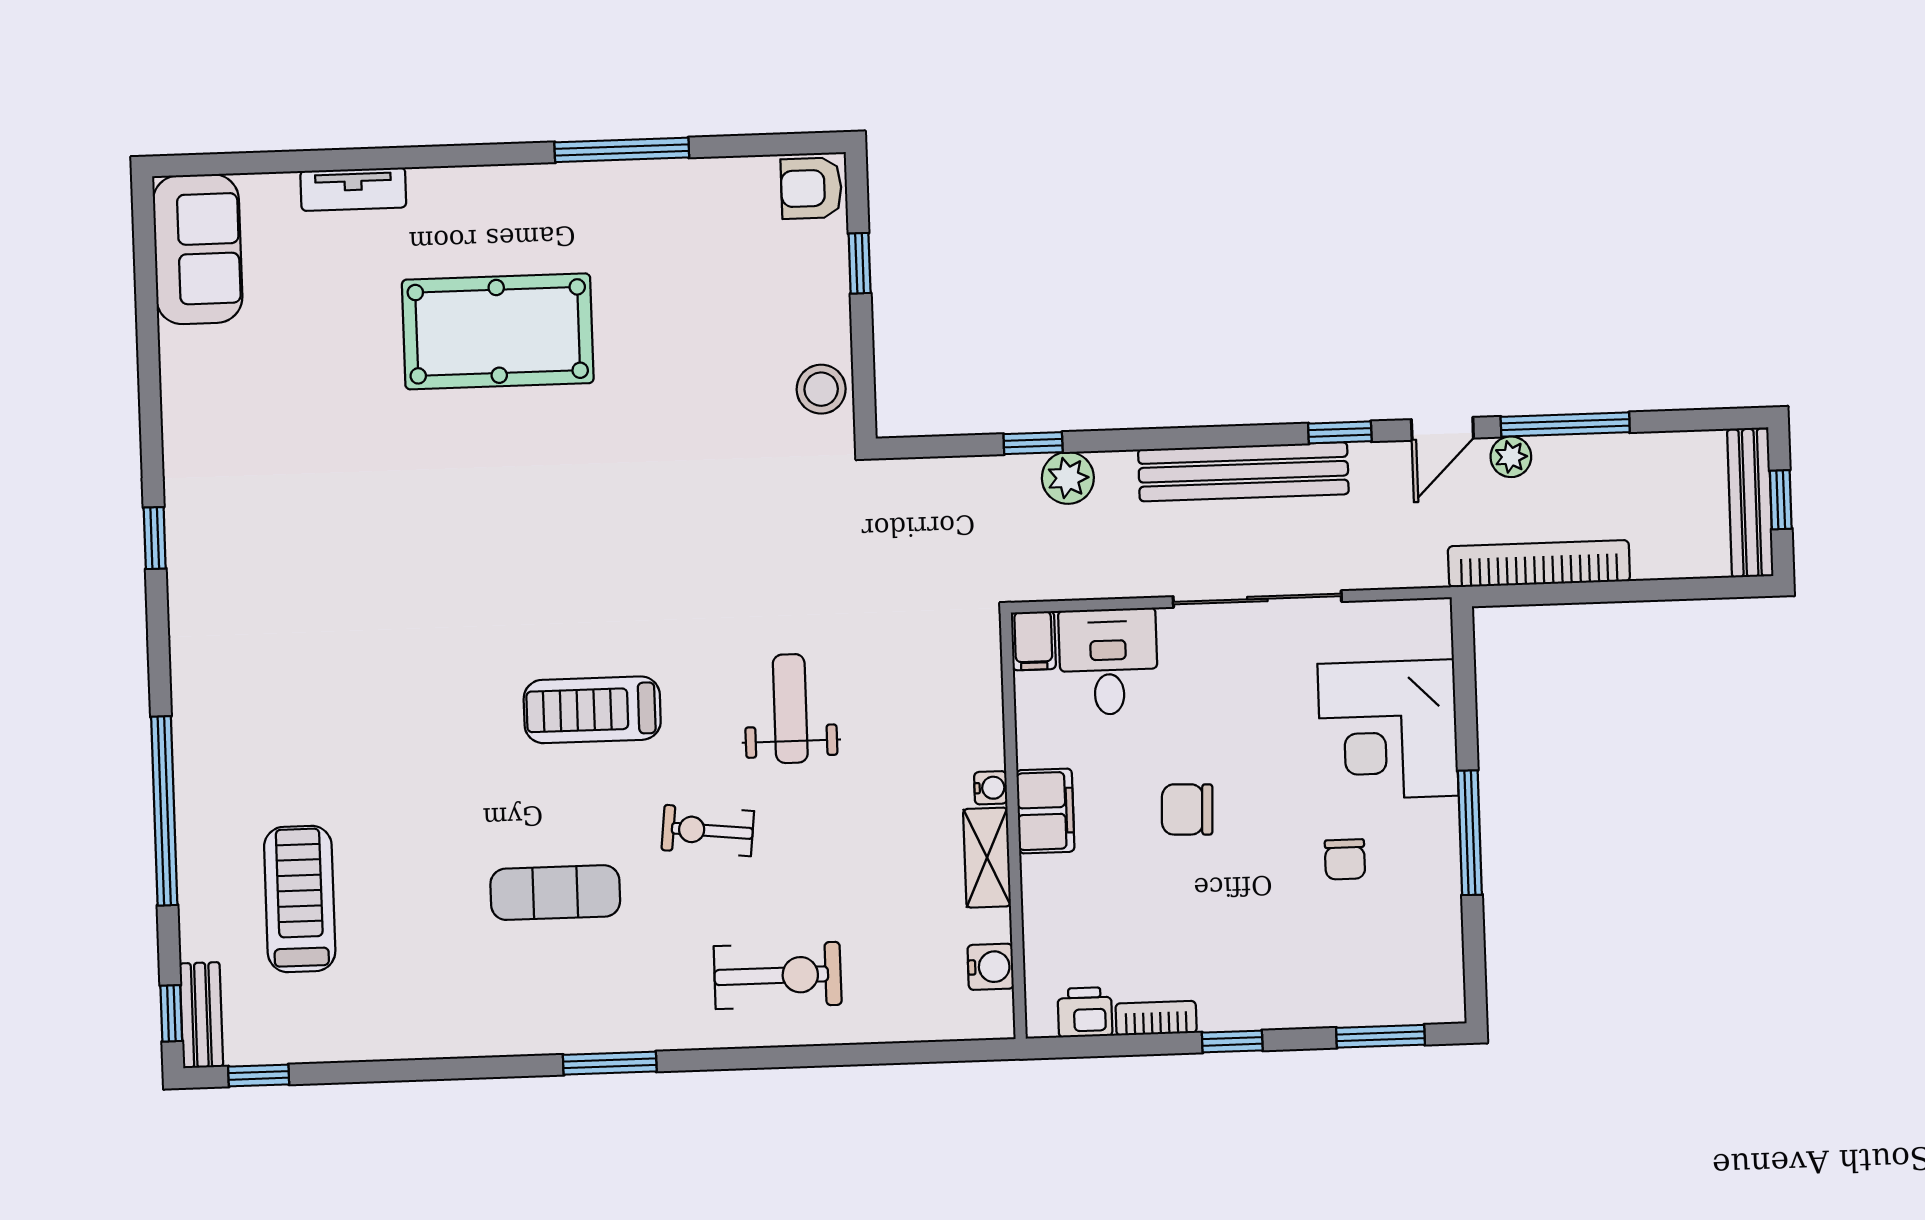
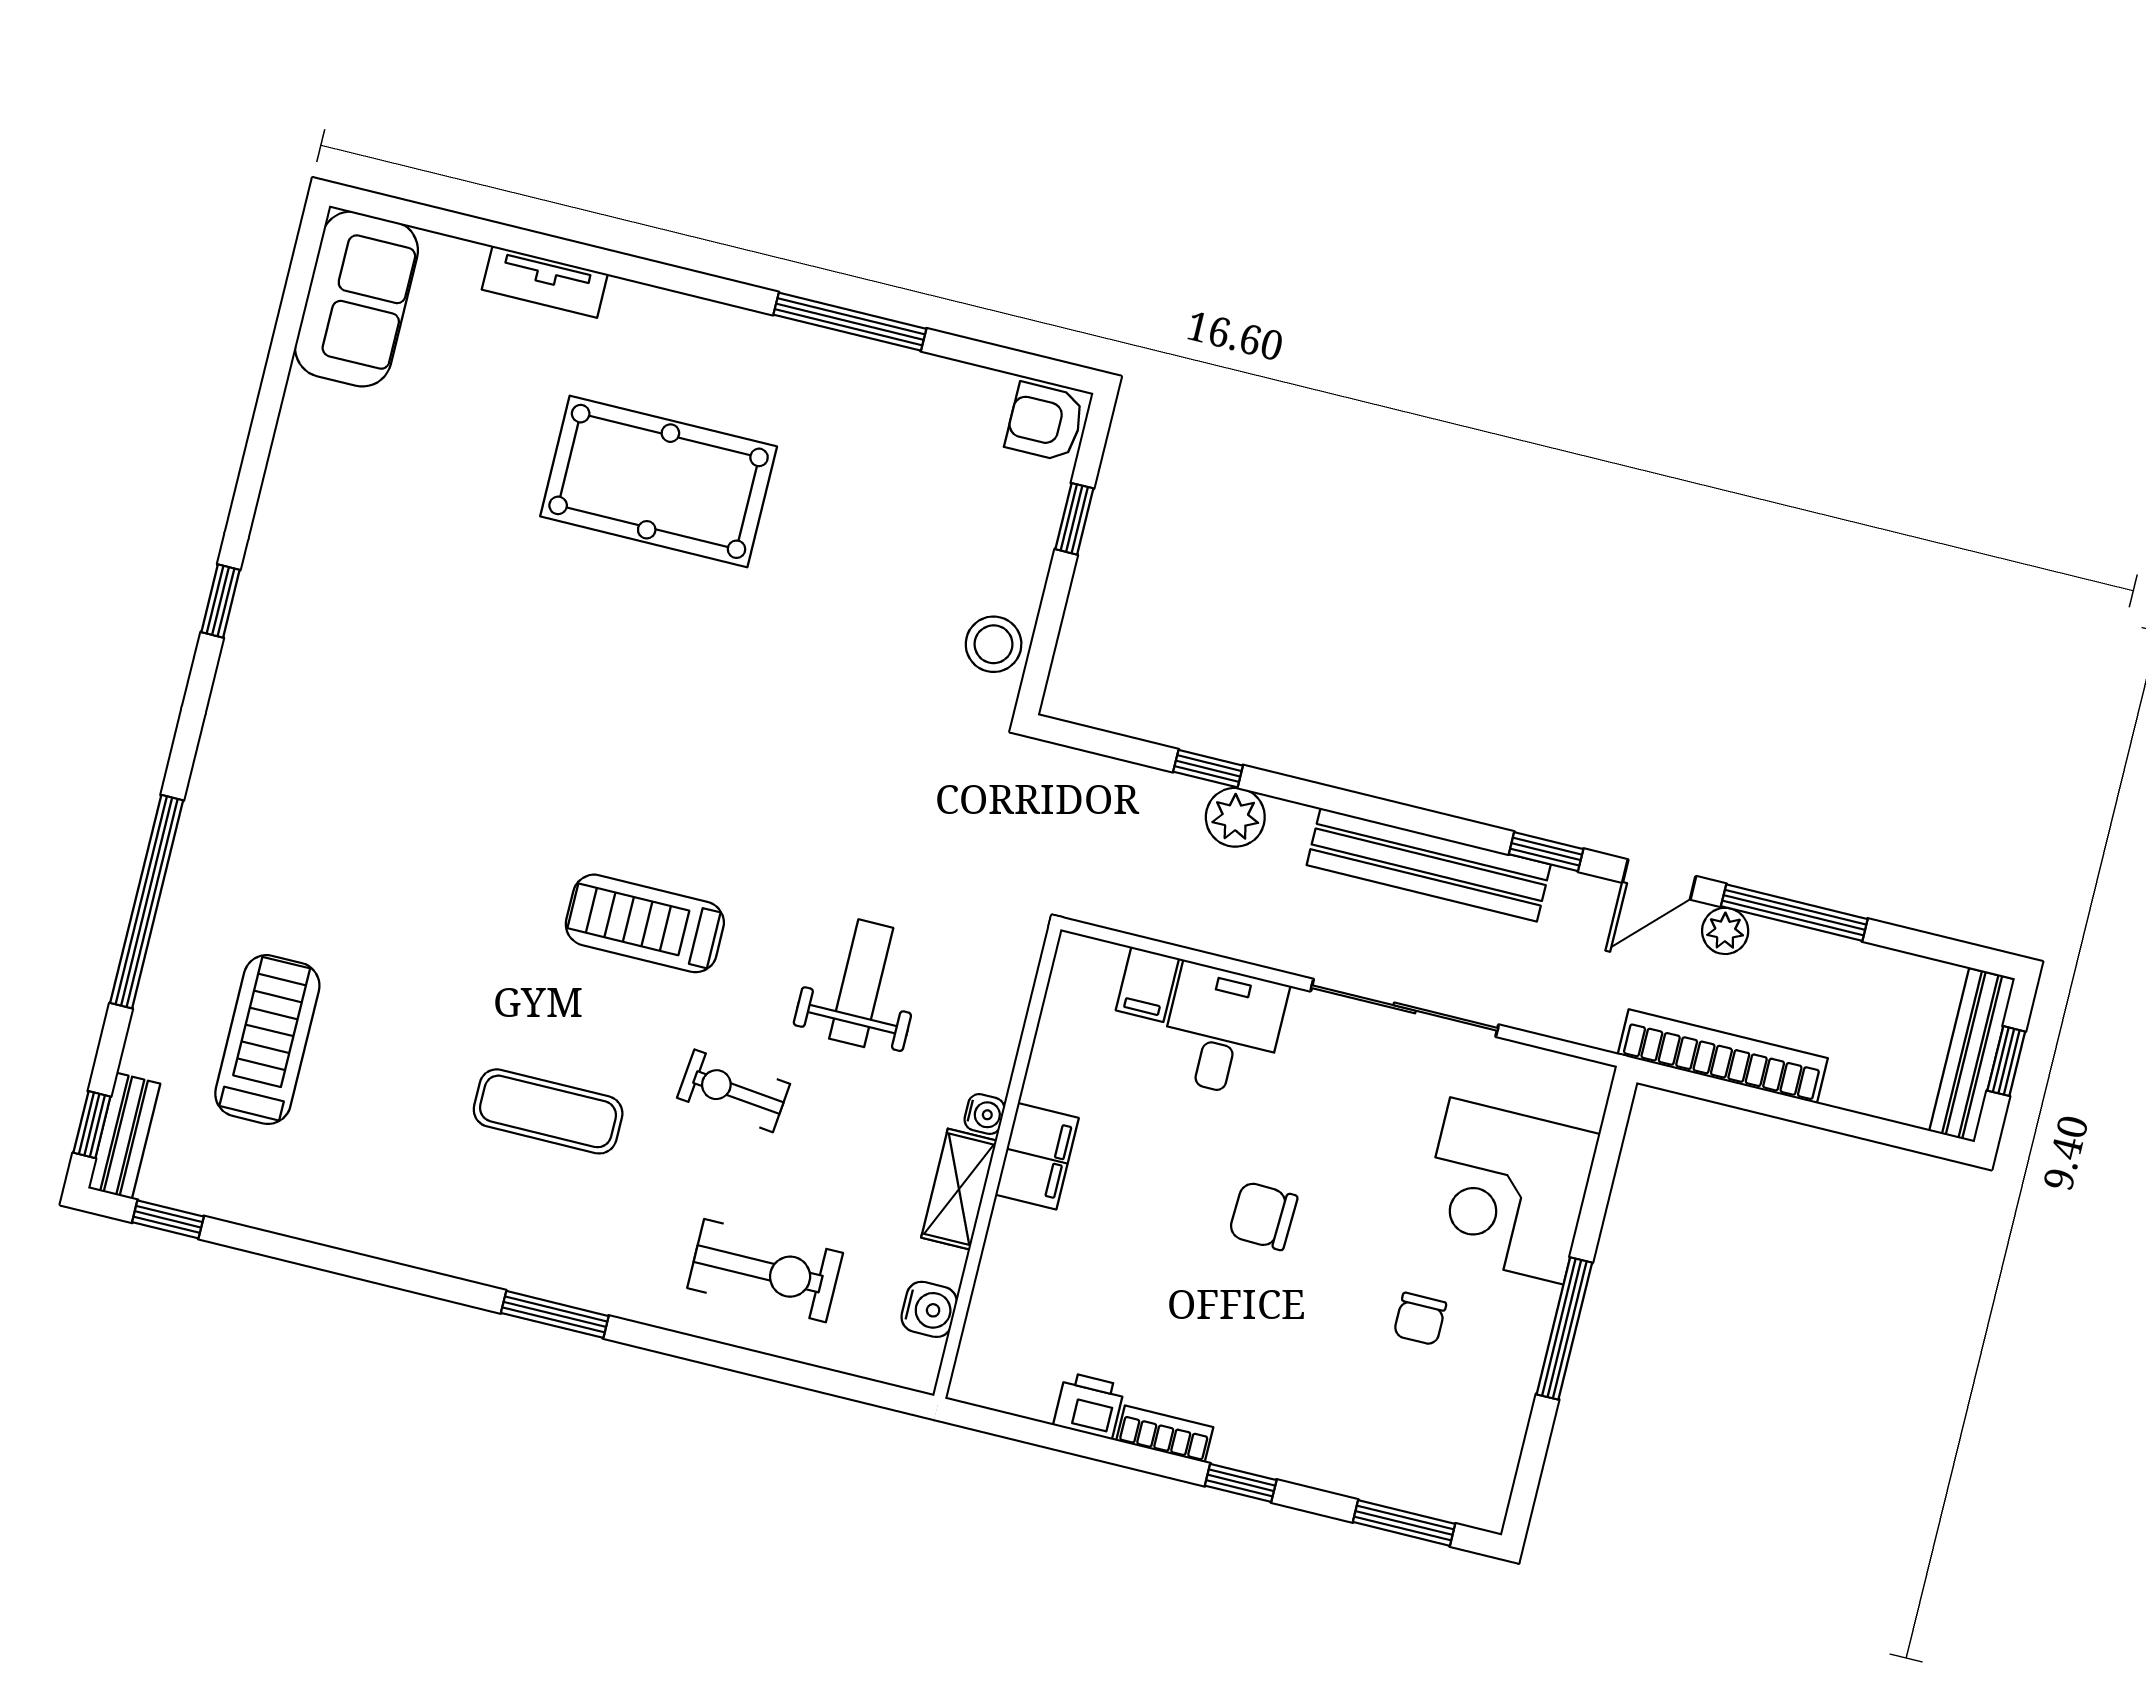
water cooler: (991, 788) -> (984, 1114), moved
filing cabinet: (1045, 811) -> (1037, 1156), moved
wall: (1013, 826) -> (997, 1163), moved
shelving: (987, 858) -> (959, 1189), moved
water cooler: (991, 967) -> (929, 1309), moved

